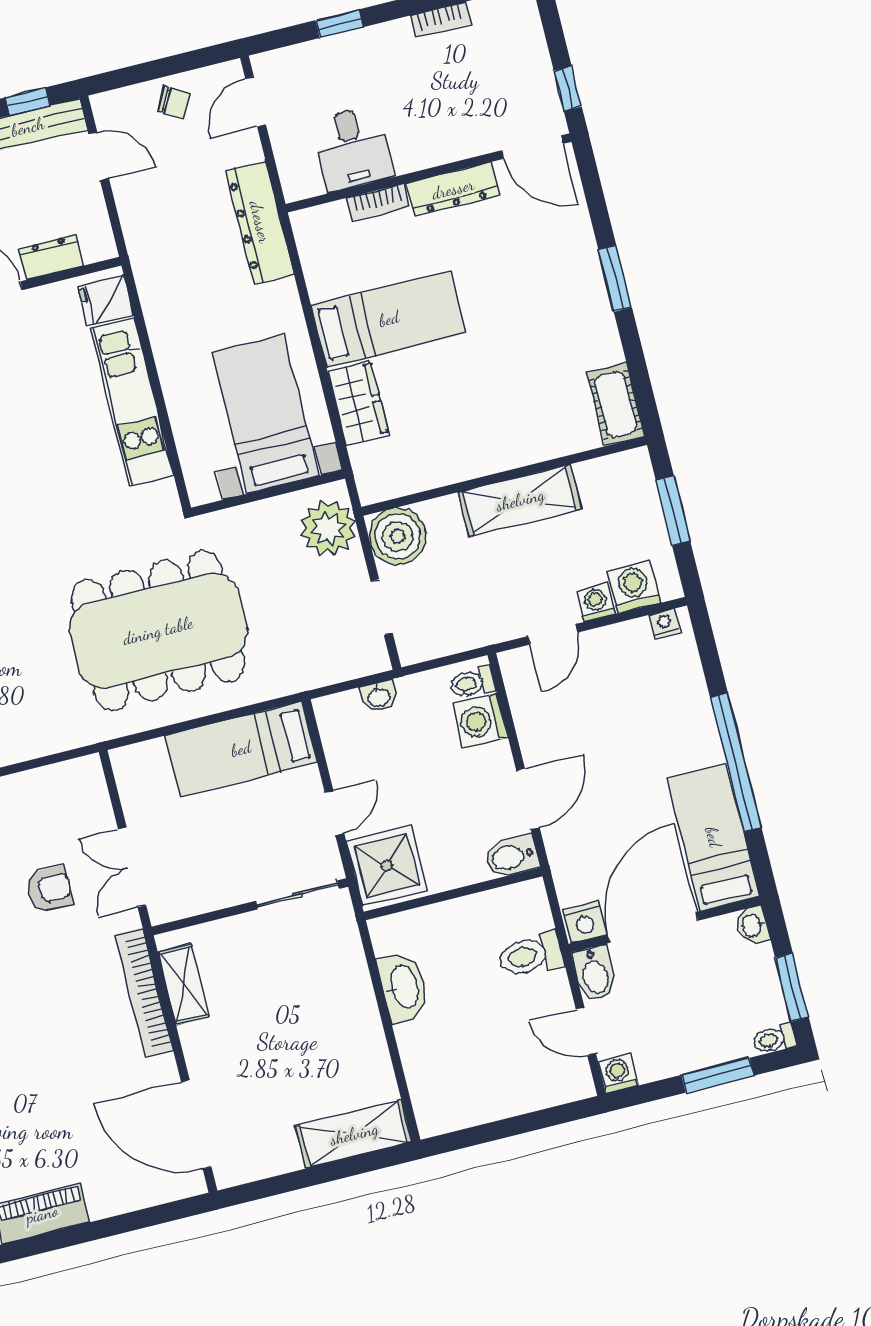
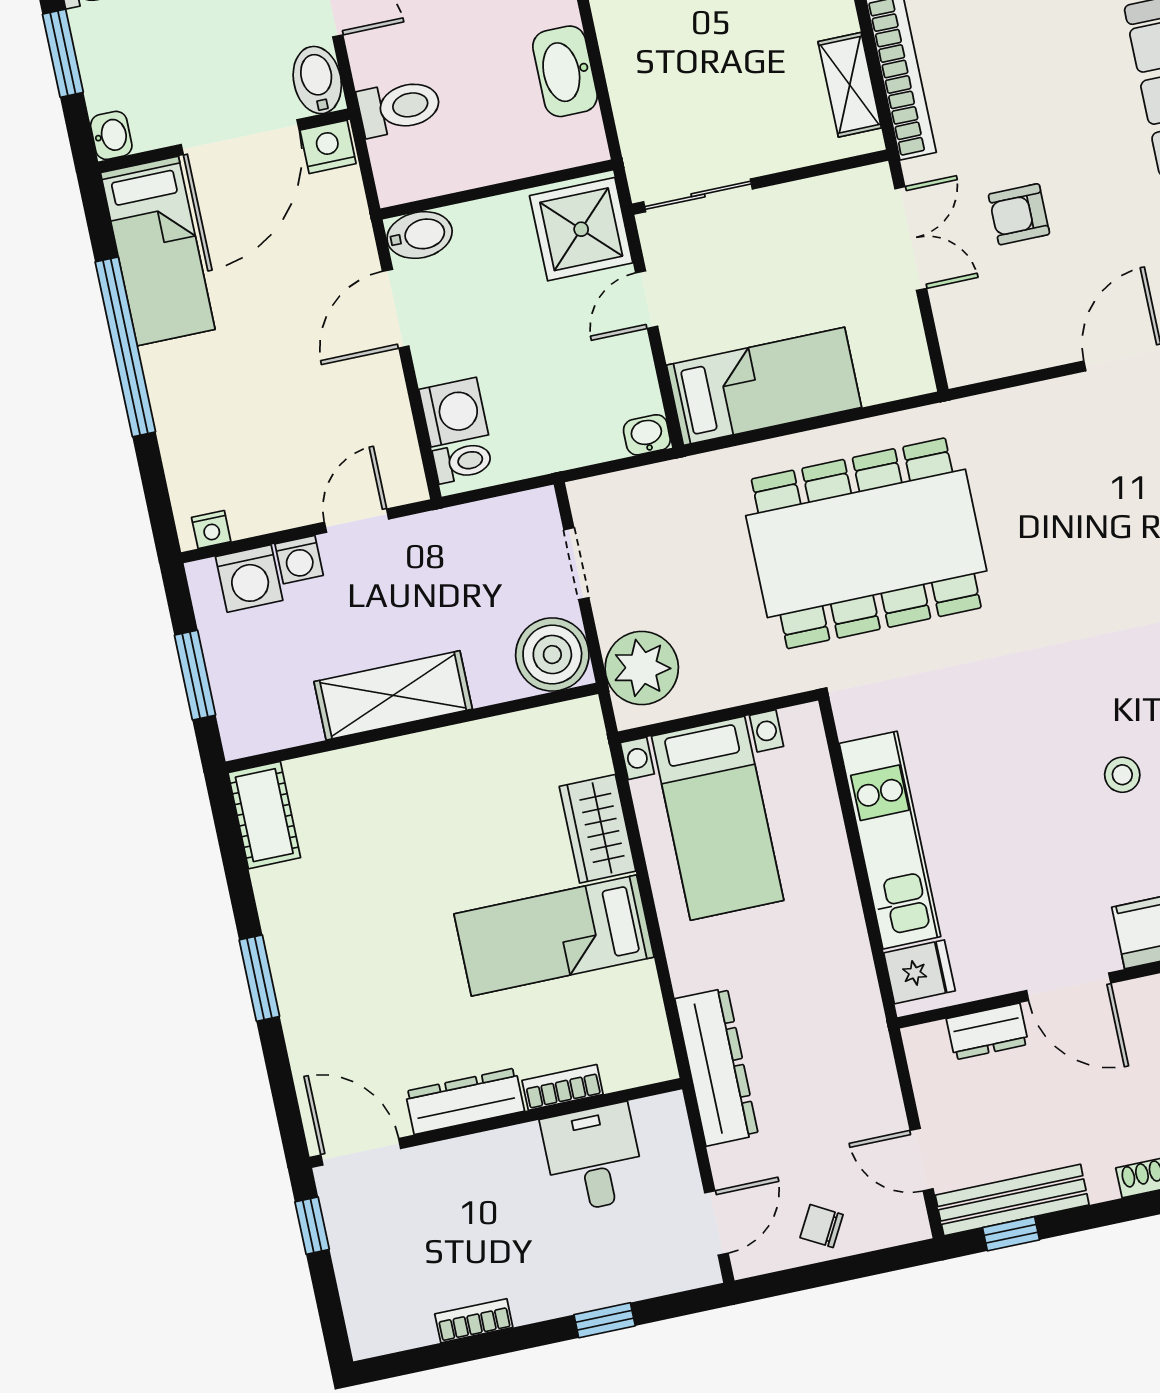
washbasin: (379, 696) -> (647, 435), moved

